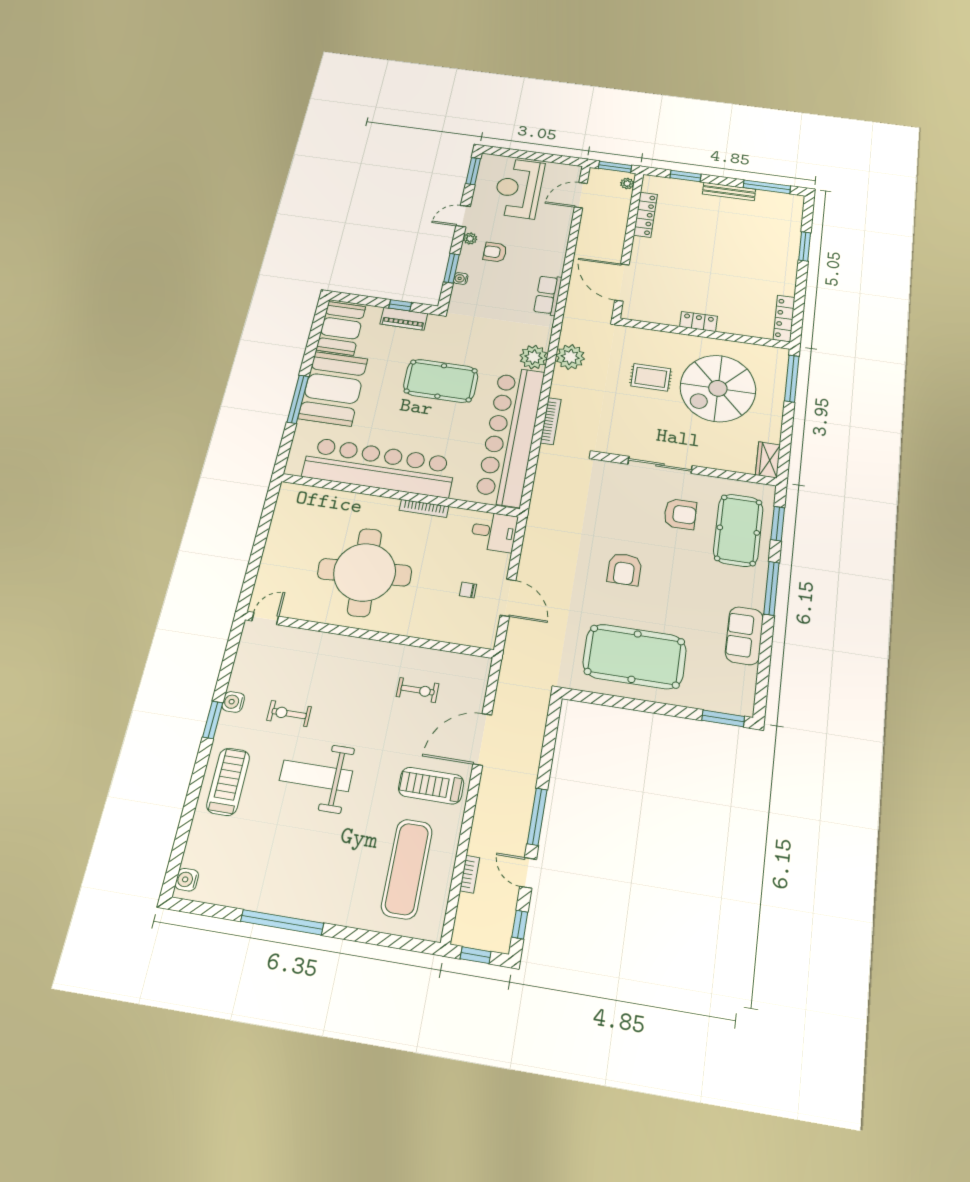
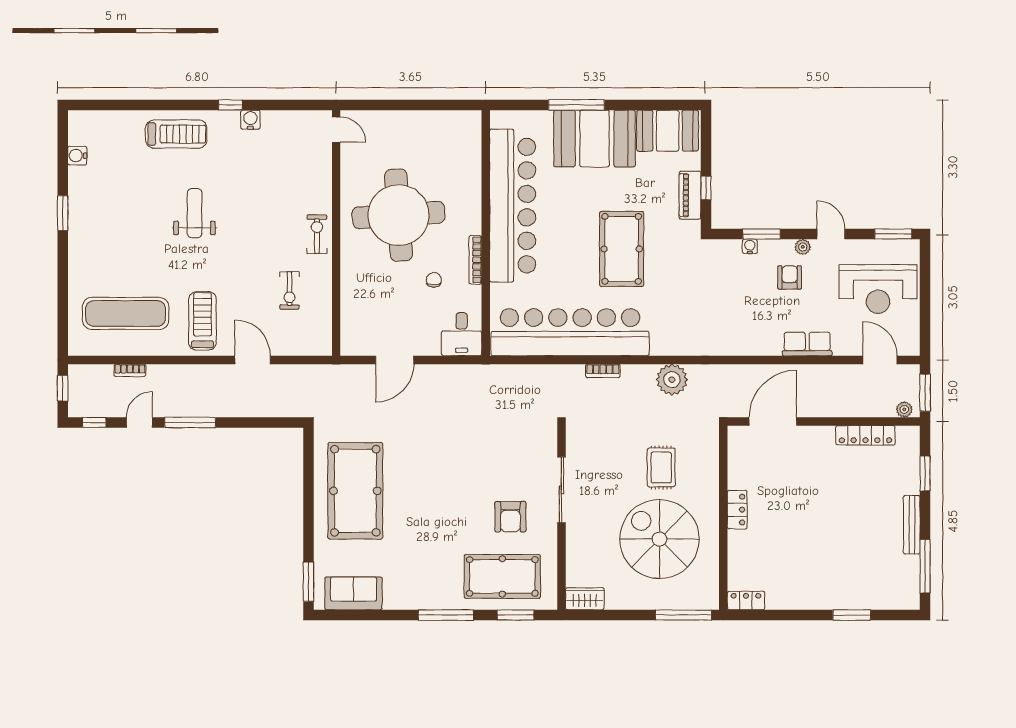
reception desk: (519, 188) -> (878, 289), turned 180
row of seats: (548, 295) -> (807, 344), moved
locker: (784, 318) -> (746, 601), width x0.66
plant: (534, 357) -> (666, 341), removed
bookcase: (551, 421) -> (603, 371), width x0.64
armchair: (624, 569) -> (443, 469), removed
chair: (468, 590) -> (434, 280), moved
sofa: (744, 636) -> (354, 593), moved
exercise bike: (289, 714) -> (317, 234), moved
window: (213, 720) -> (230, 105), width x0.67
door: (482, 739) -> (253, 360), width x0.73
weight bench: (316, 776) -> (194, 213), width x0.73, depth x0.75
water cooler: (187, 880) -> (77, 156), moved, turned -90
window: (282, 922) -> (63, 213), width x0.47

